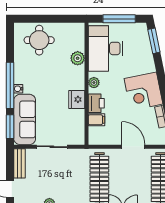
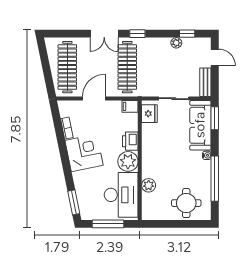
plant: (94, 83) -> (128, 161), width x1.87, depth x1.87
window: (10, 85) -> (215, 179), moved
fridge: (77, 99) -> (149, 114), moved
filing cabinet: (97, 120) -> (130, 106), moved
door: (133, 147) -> (94, 99), swing flipped

